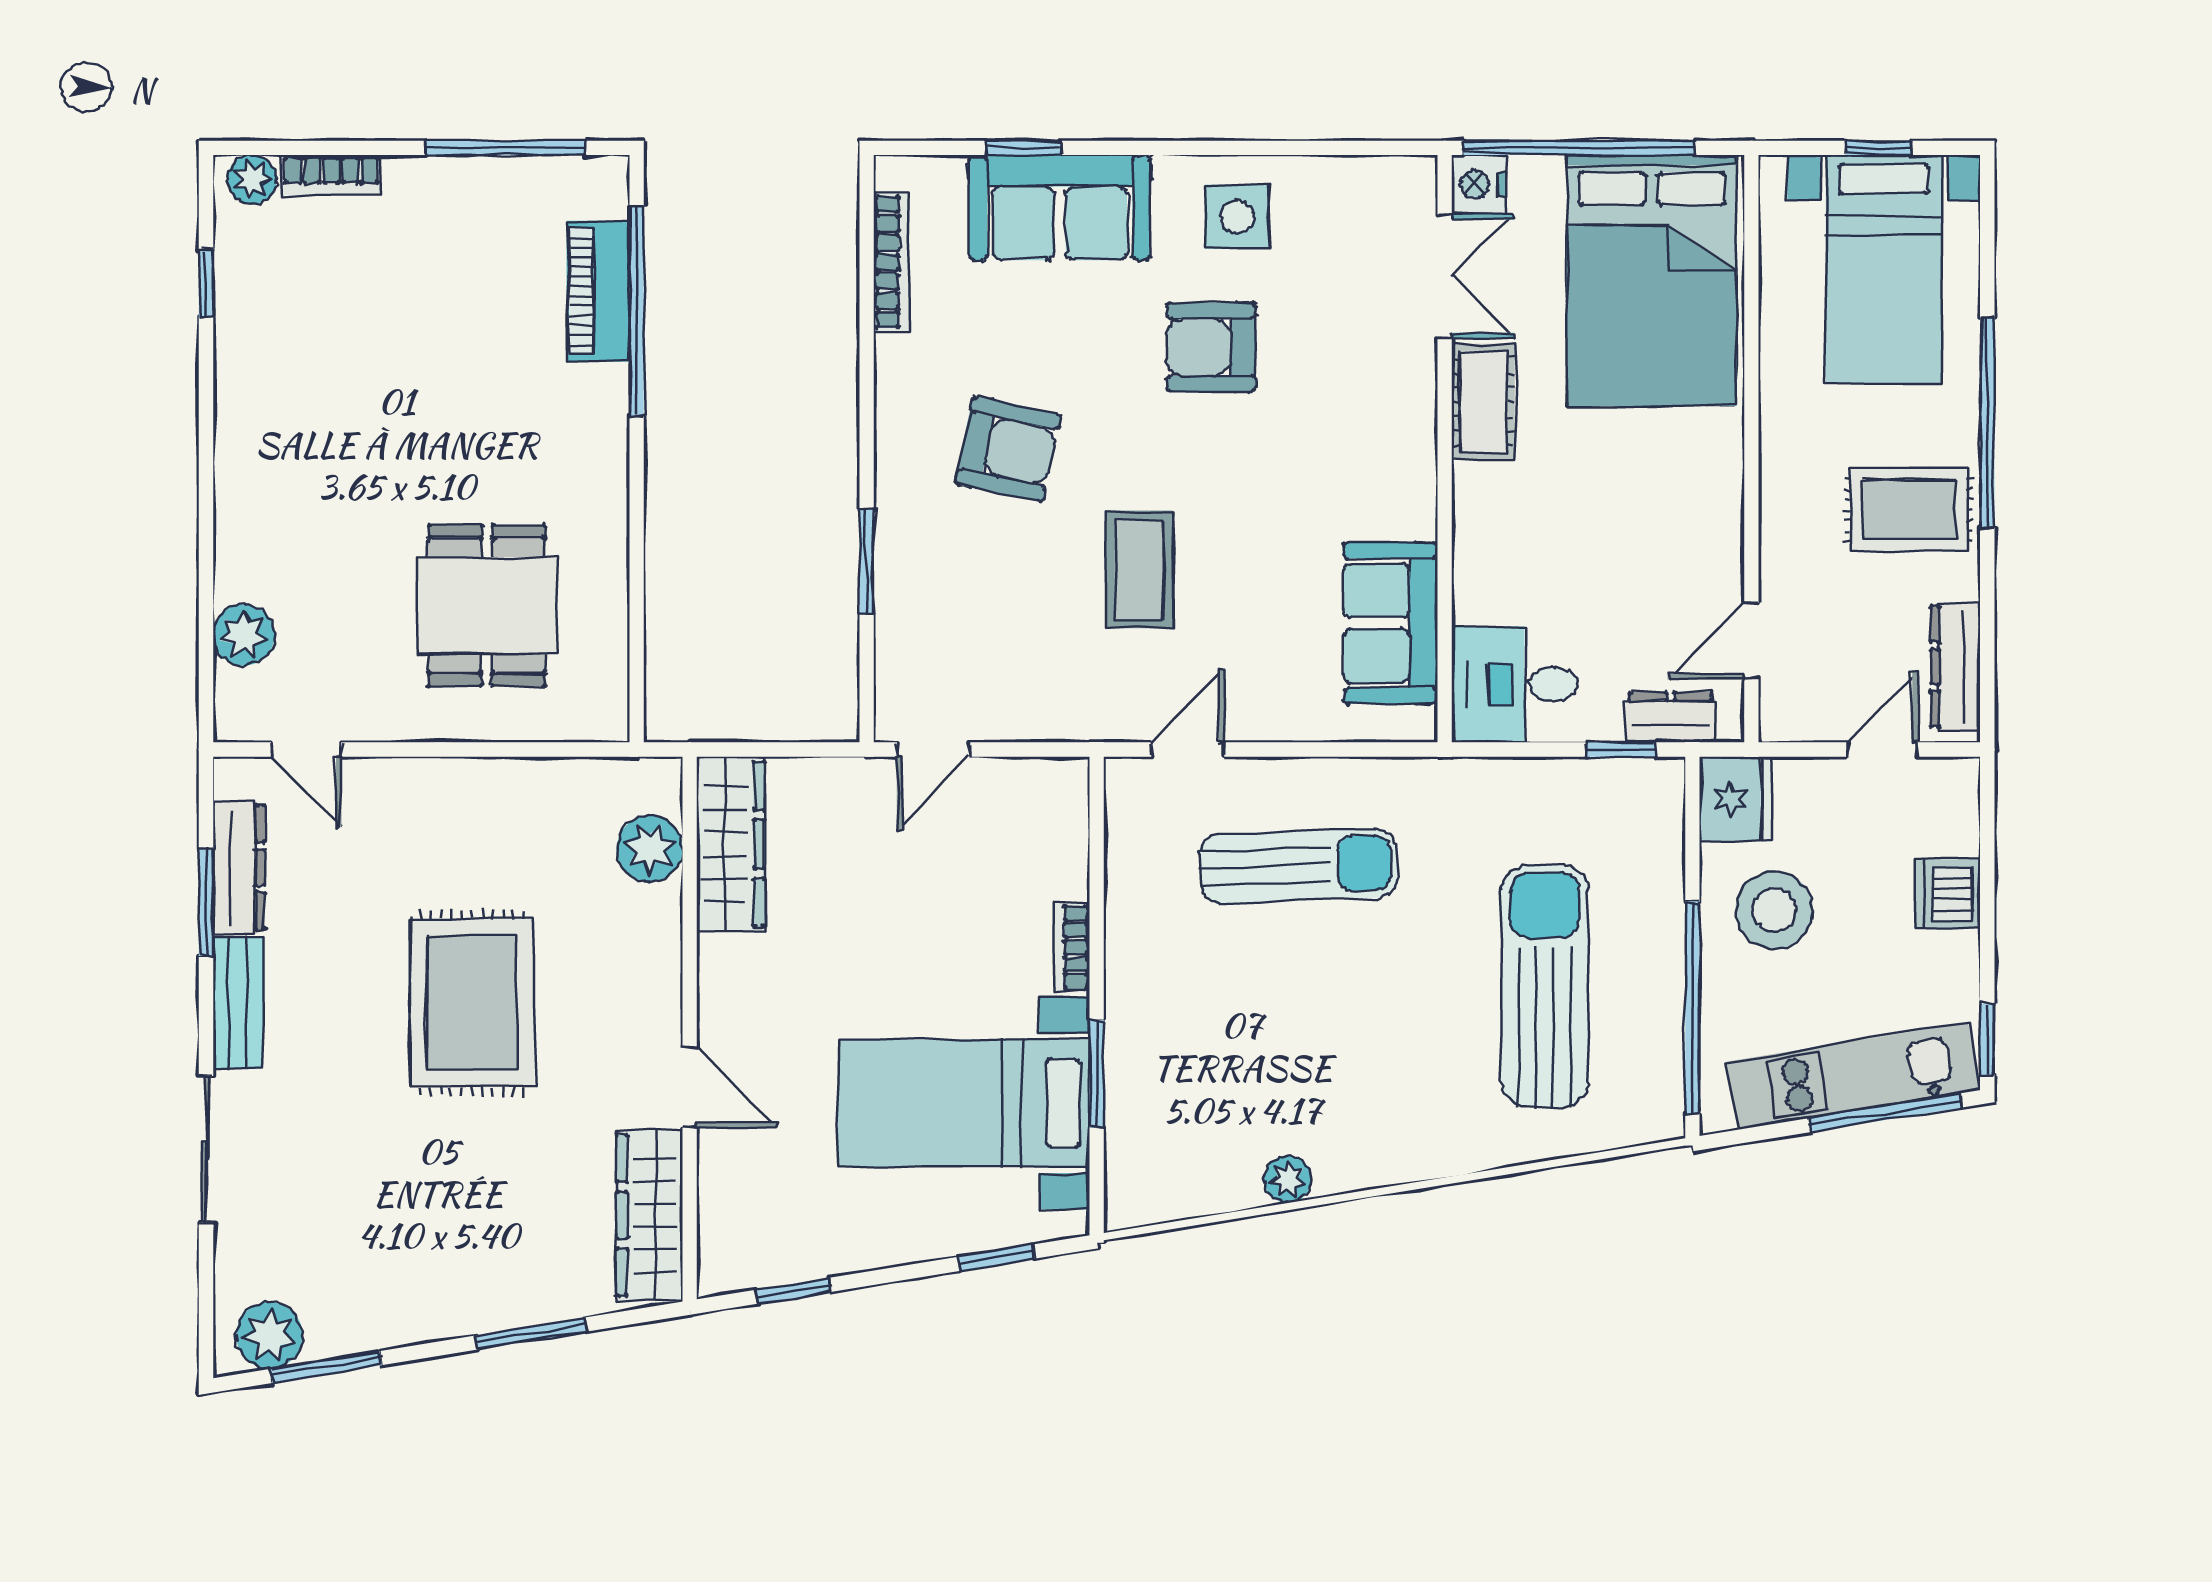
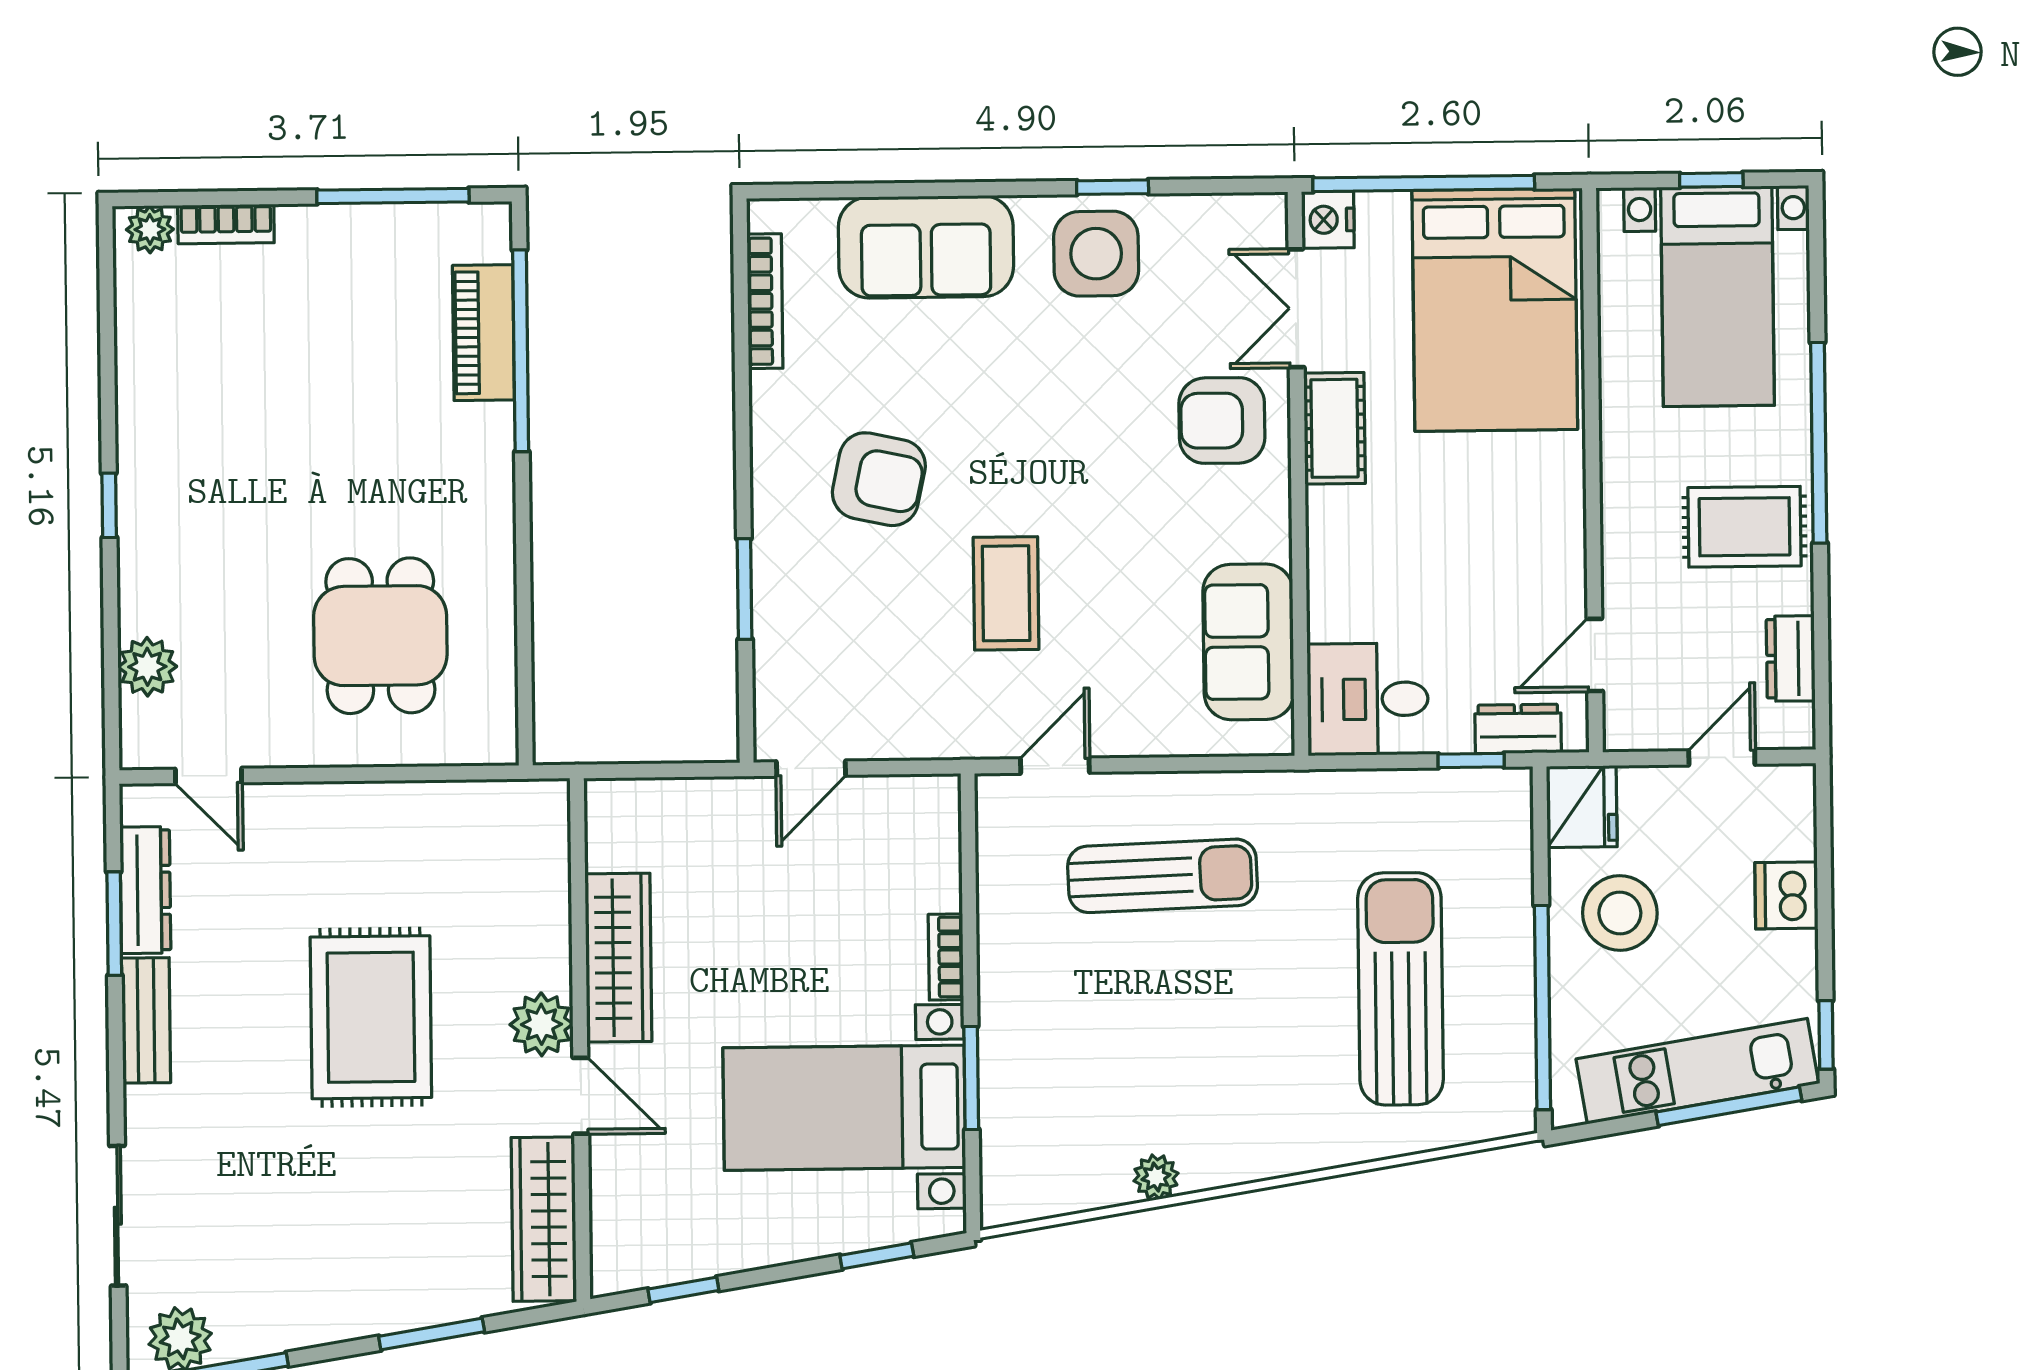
window: (1024, 148) -> (1113, 187), moved
side table: (1237, 217) -> (1096, 254), width x1.37, depth x1.37
double door: (1445, 276) -> (1296, 308), swing flipped
window: (206, 284) -> (109, 505), moved
armchair: (1211, 347) -> (1222, 421), moved
dresser: (1955, 667) -> (1791, 658), width x0.70
wardrobe: (731, 844) -> (618, 958), moved
plant: (650, 849) -> (541, 1024), moved
sliding door: (206, 1149) -> (118, 1216), moved

